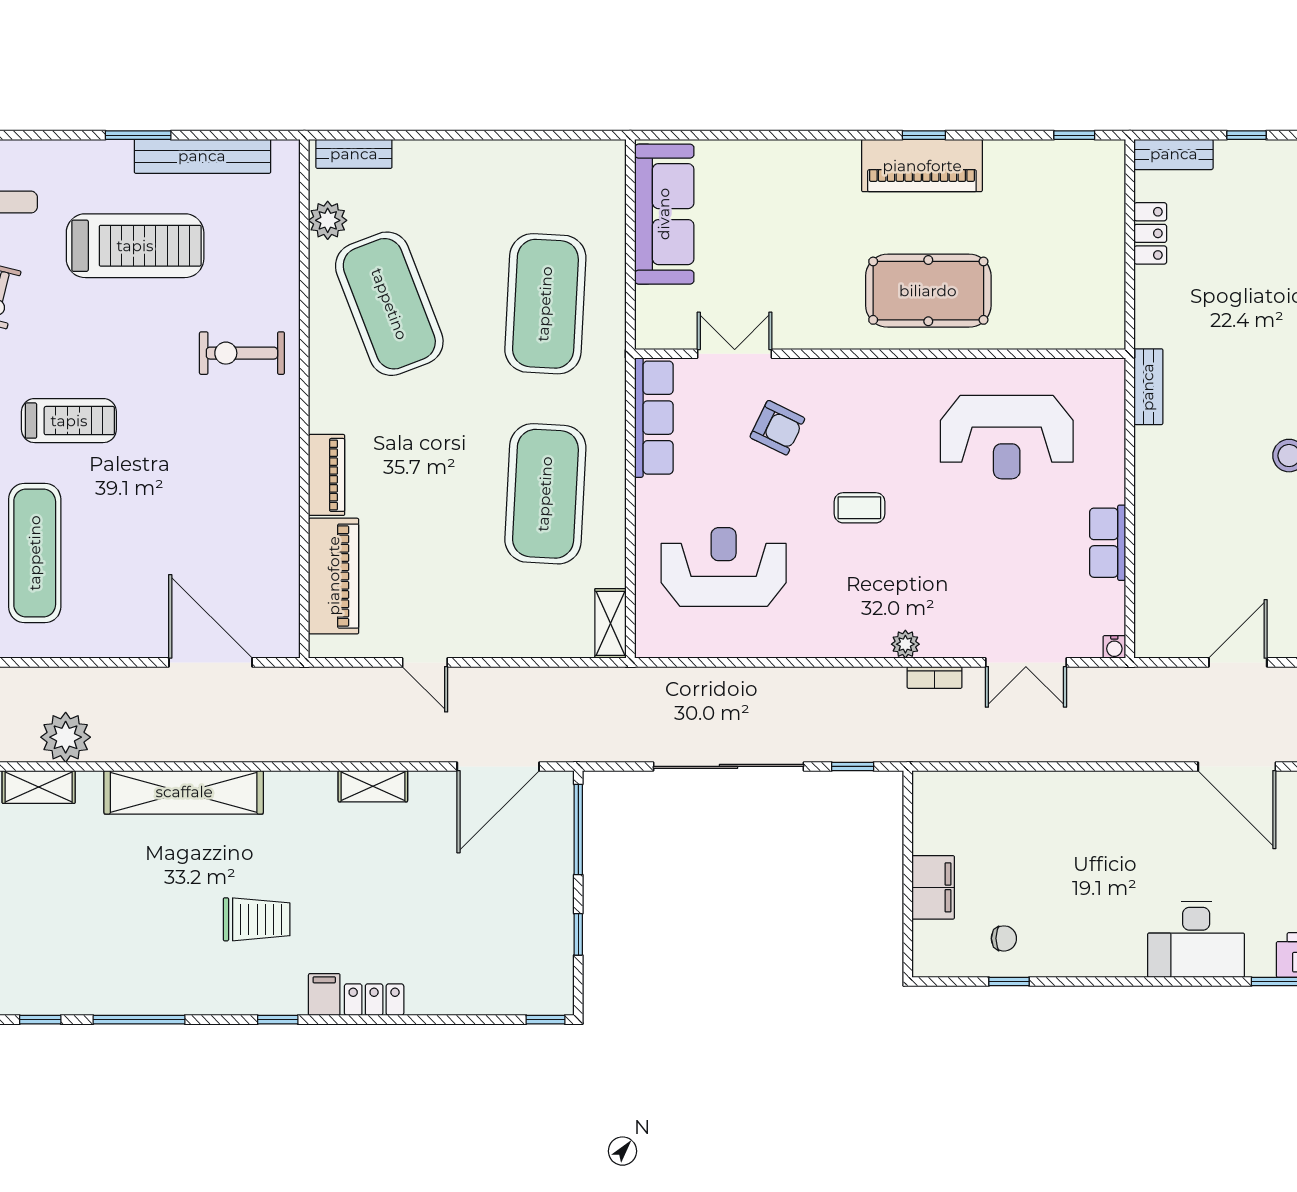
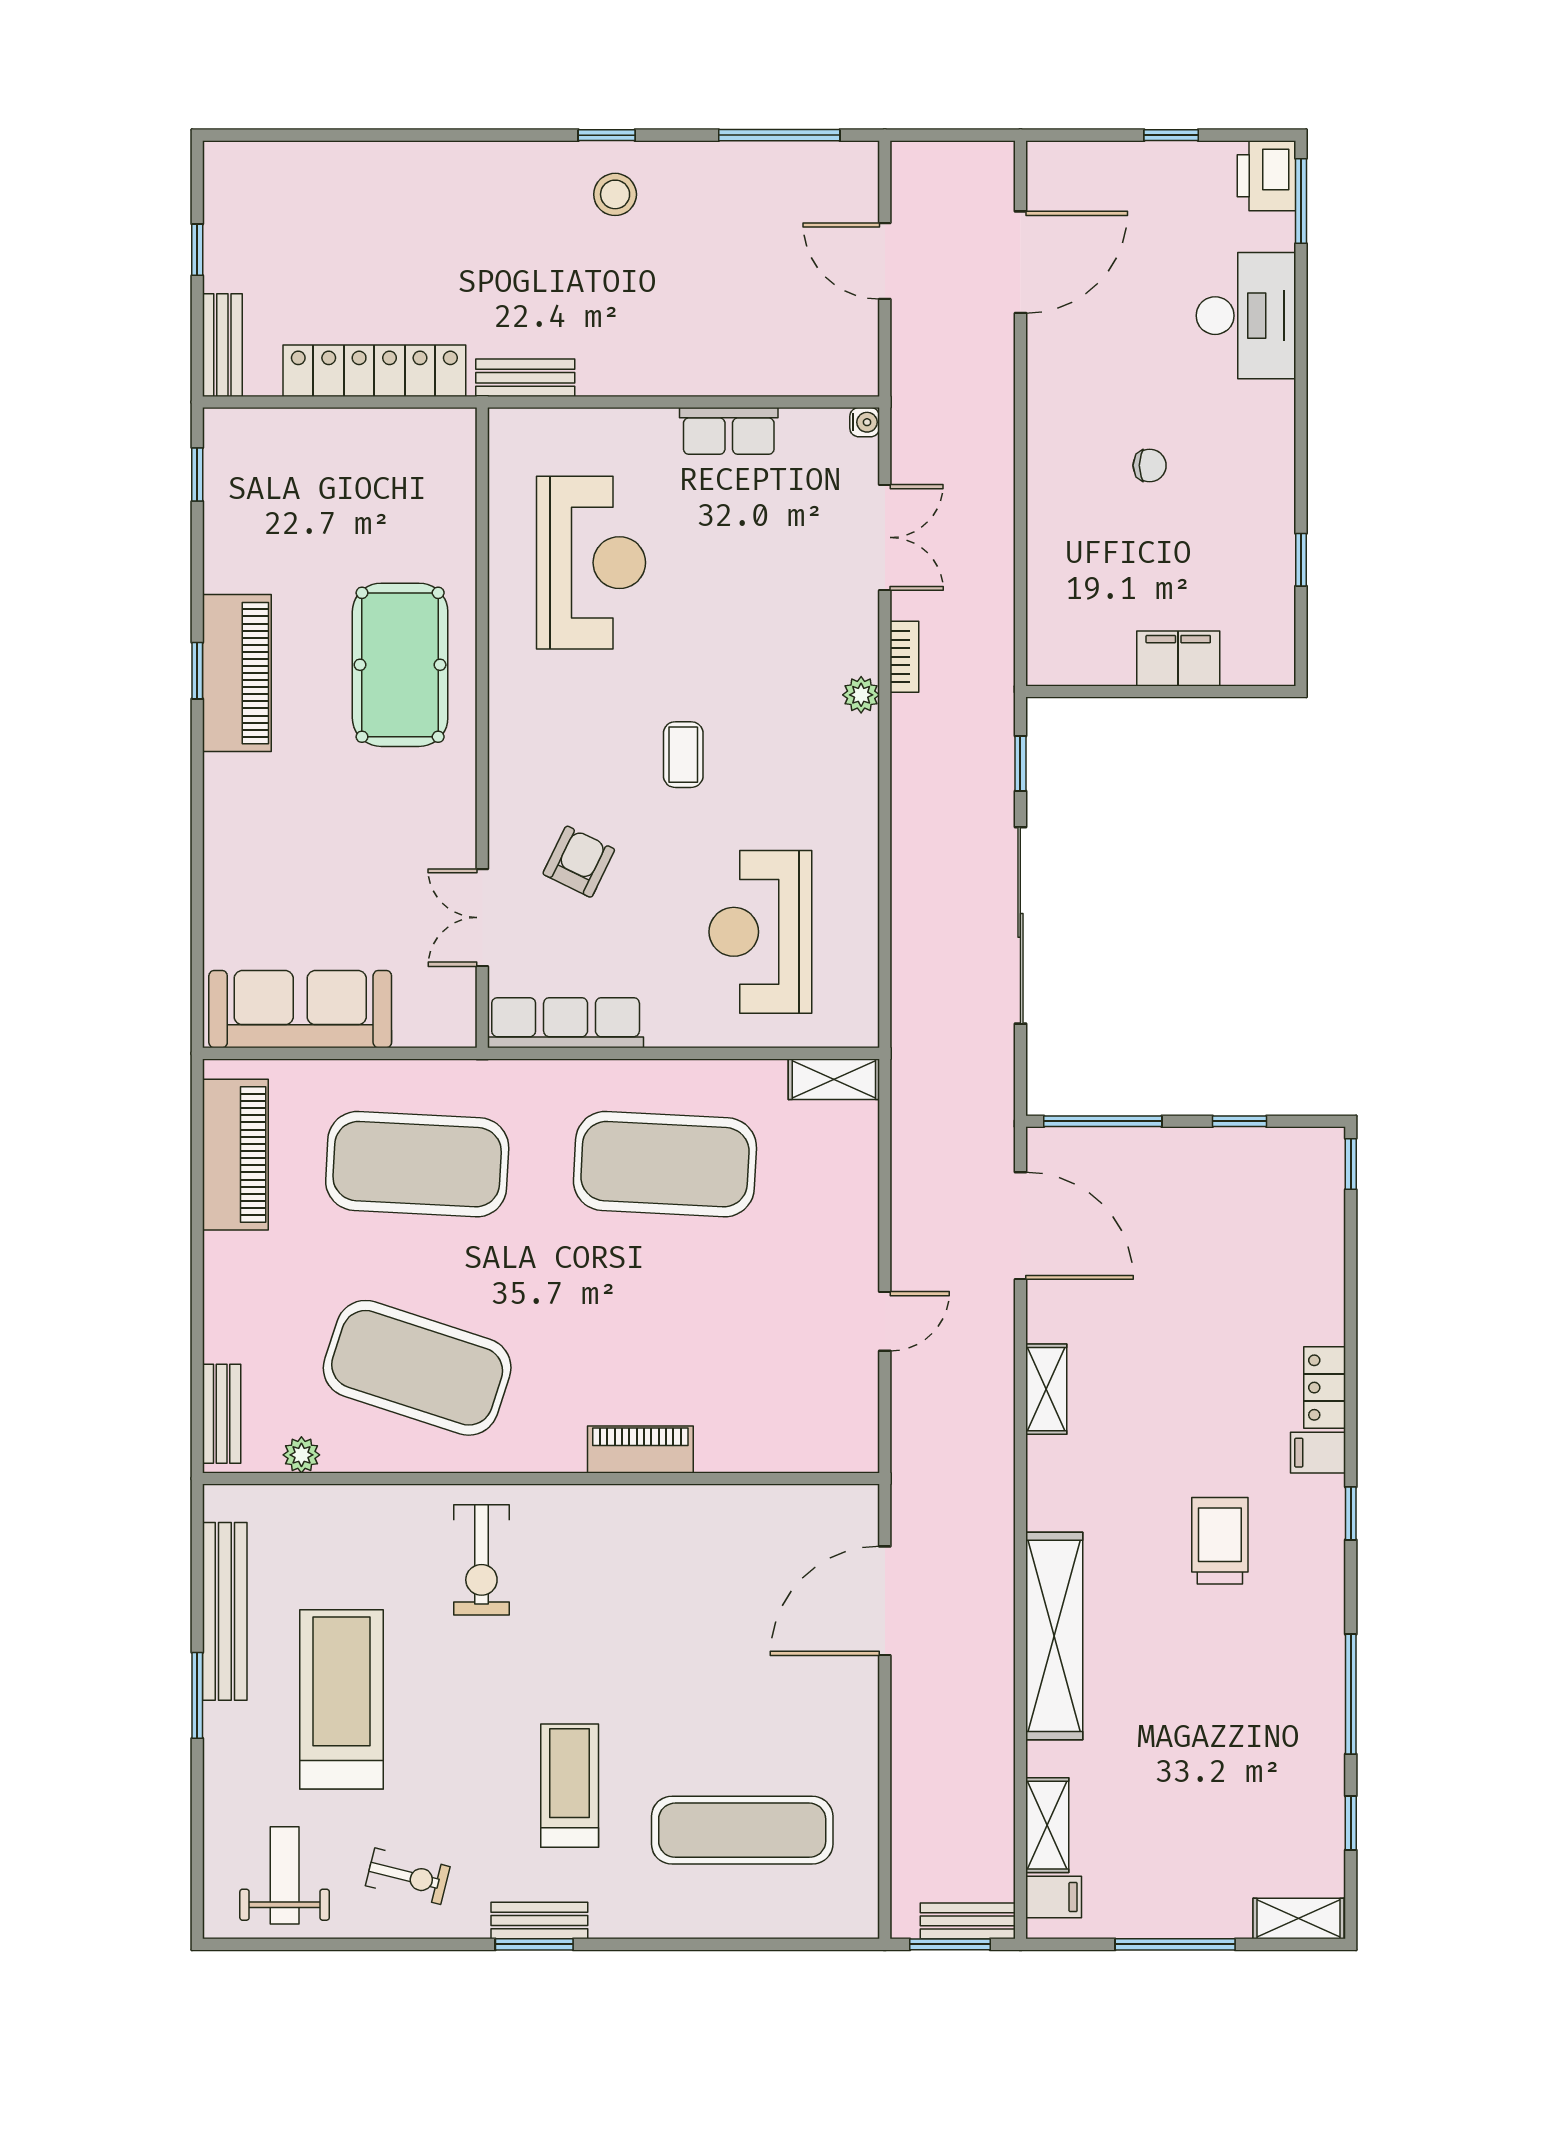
plant: (328, 220) -> (301, 1455), width x0.73, depth x0.73
locker: (1150, 233) -> (374, 371), width x2.16, depth x1.21
exercise mat: (389, 304) -> (417, 1368), turned 39
piano: (334, 576) -> (235, 1155), moved, turned 90
plant: (66, 737) -> (982, 1790), removed
chair: (1004, 938) -> (1150, 465), moved, turned 90

